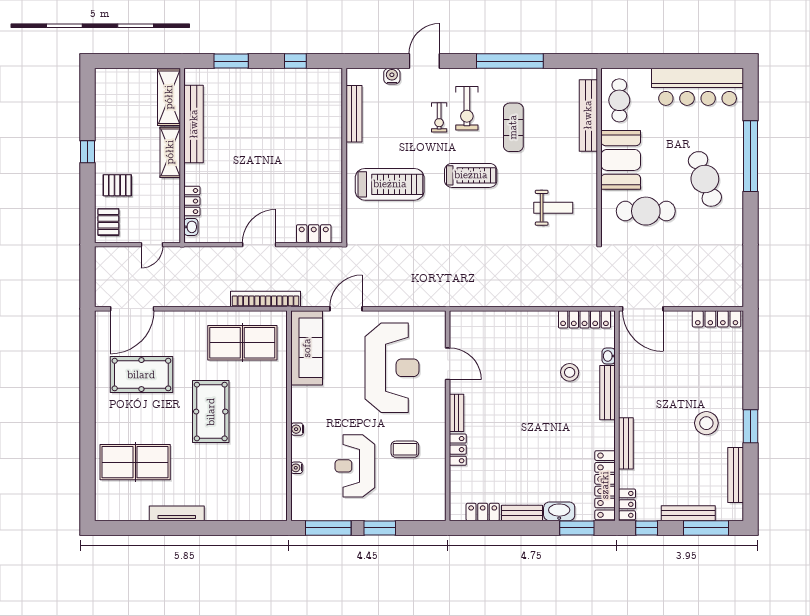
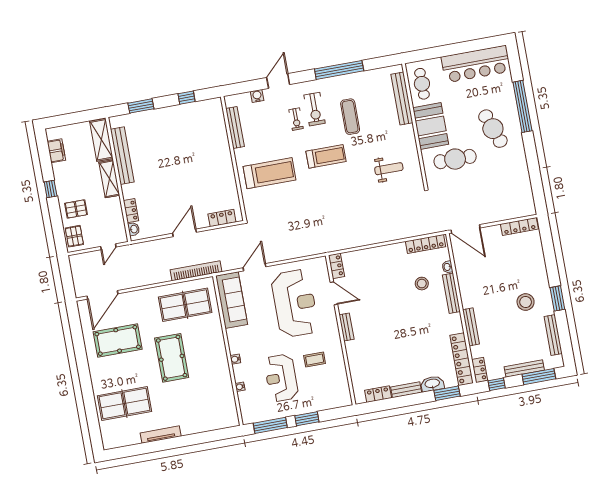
filing cabinet: (105, 101) -> (56, 151), added
locker: (458, 450) -> (336, 266), moved

